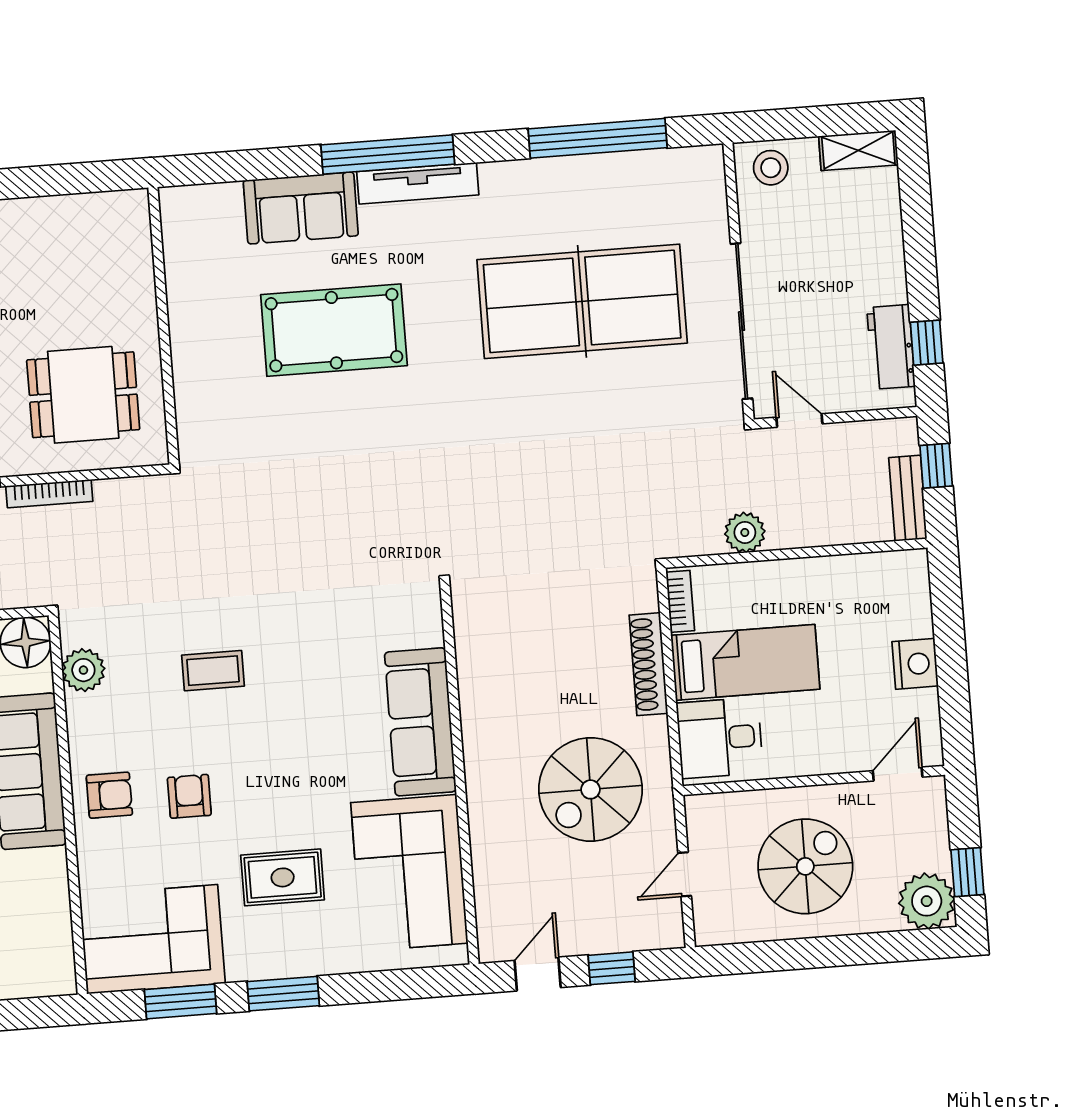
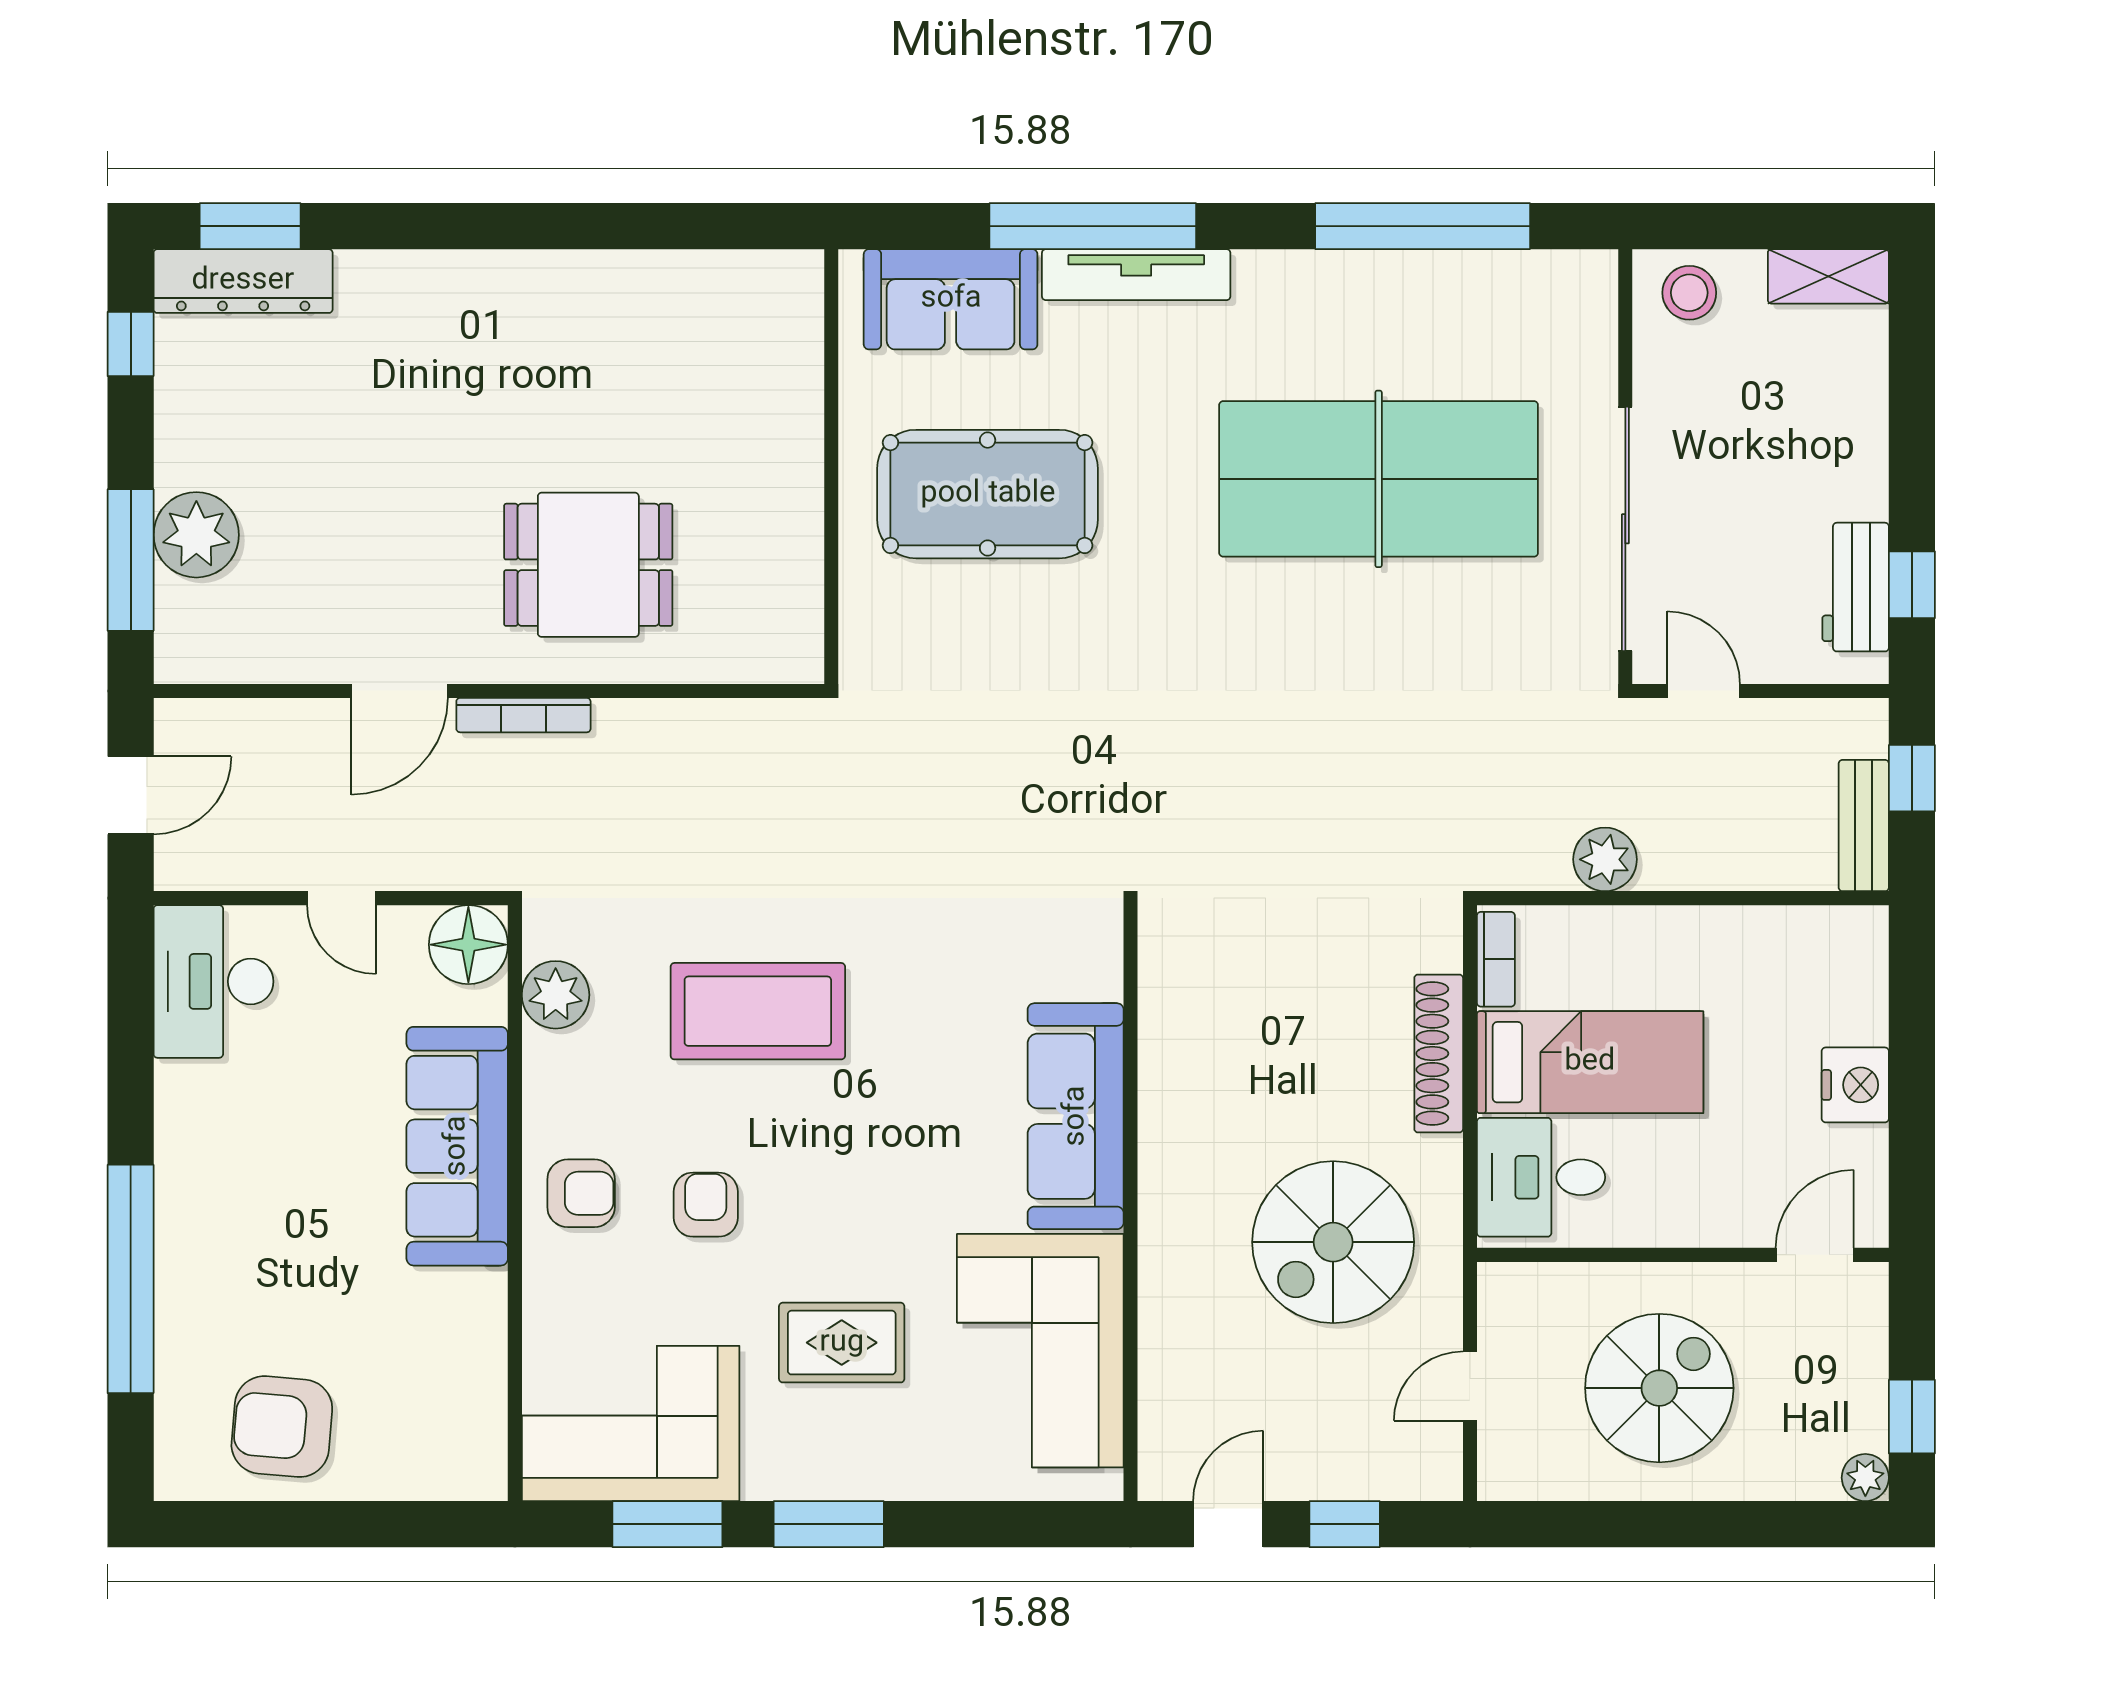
wall: (164, 326) -> (831, 467), moved
coffee table: (213, 671) -> (758, 1011), width x1.86, depth x1.72
plant: (927, 901) -> (1865, 1478), width x0.53, depth x0.53

